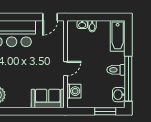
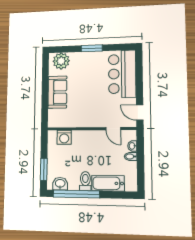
bathtub: (118, 36) -> (108, 183), moved
door: (65, 69) -> (113, 129), moved
sofa: (48, 98) -> (57, 92), moved

